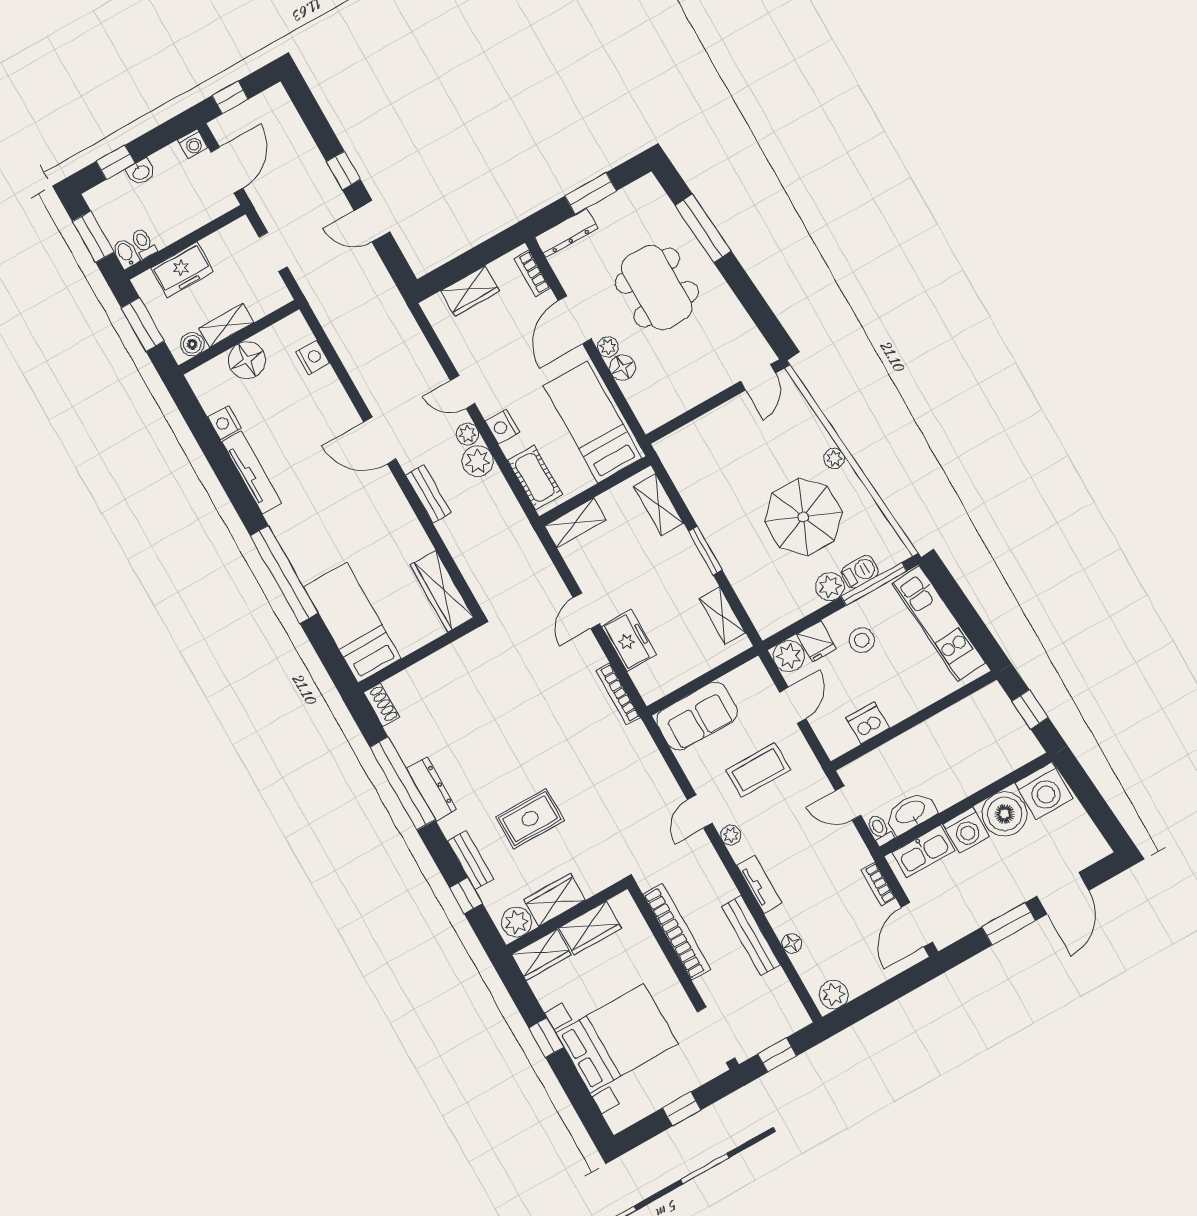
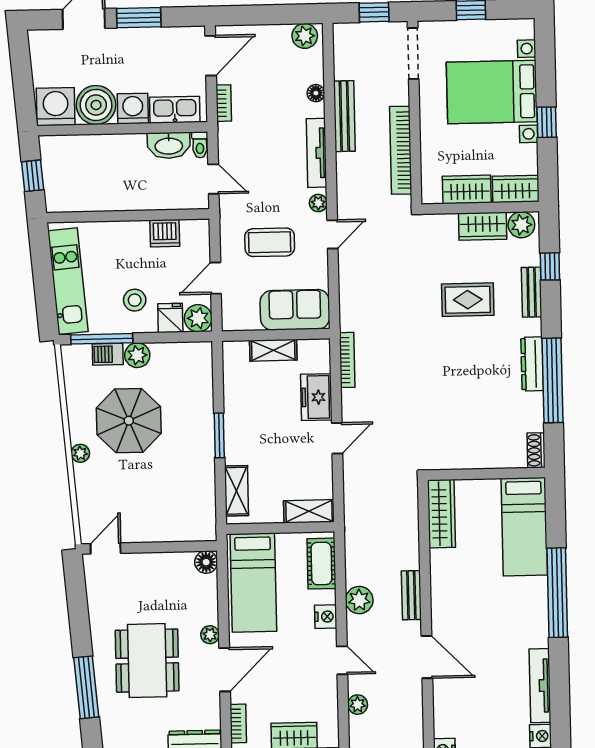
floor lamp: (623, 368) -> (206, 562), moved
plant: (467, 434) -> (358, 705), moved
shelving: (722, 616) -> (273, 350), moved, turned 90
tv unit: (759, 884) -> (317, 153), width x1.41

